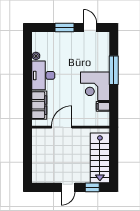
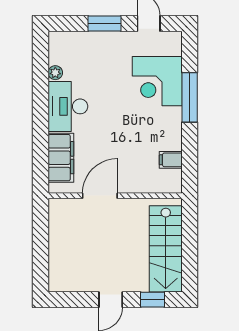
corner desk: (95, 86) -> (157, 81), moved

